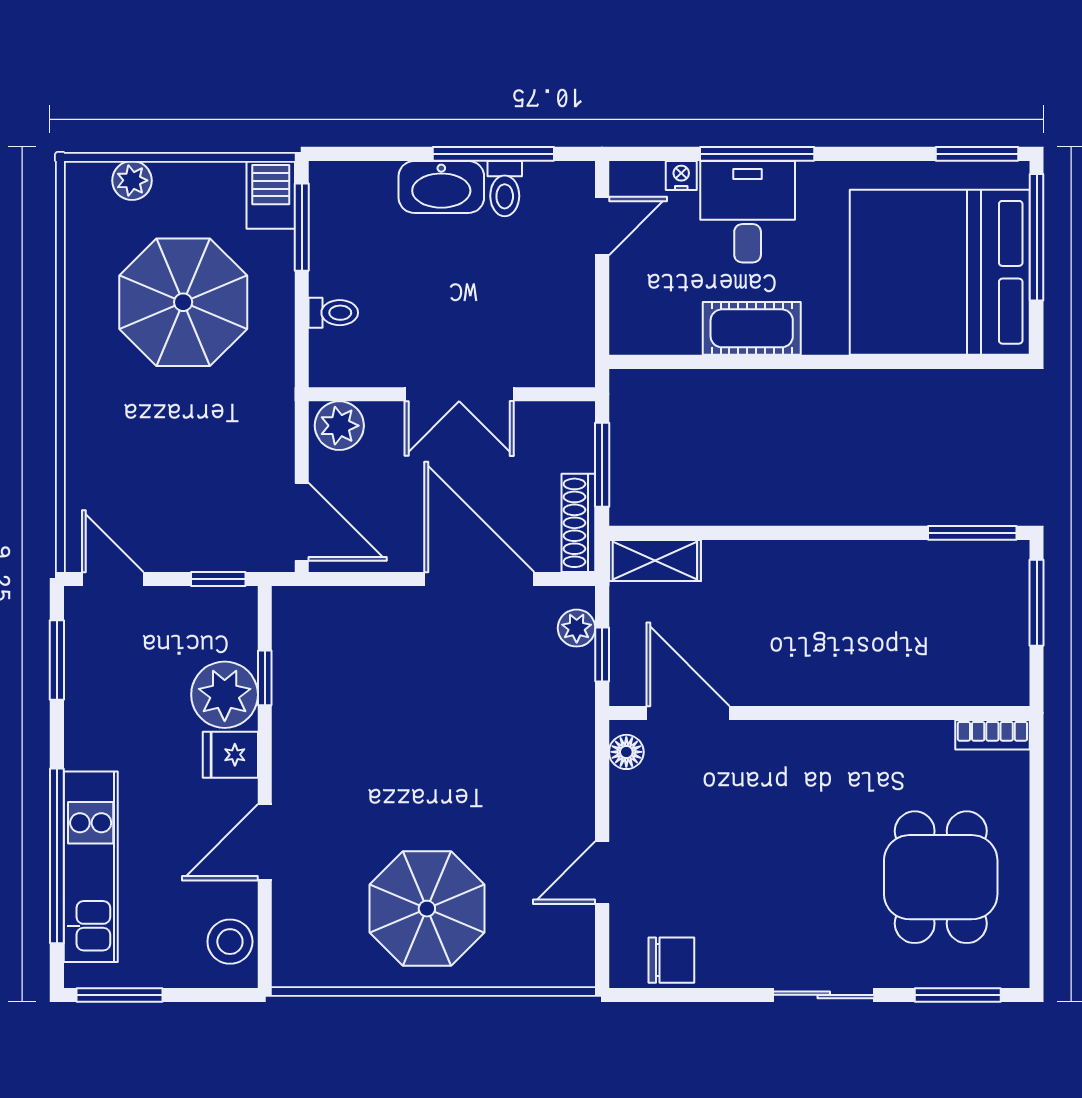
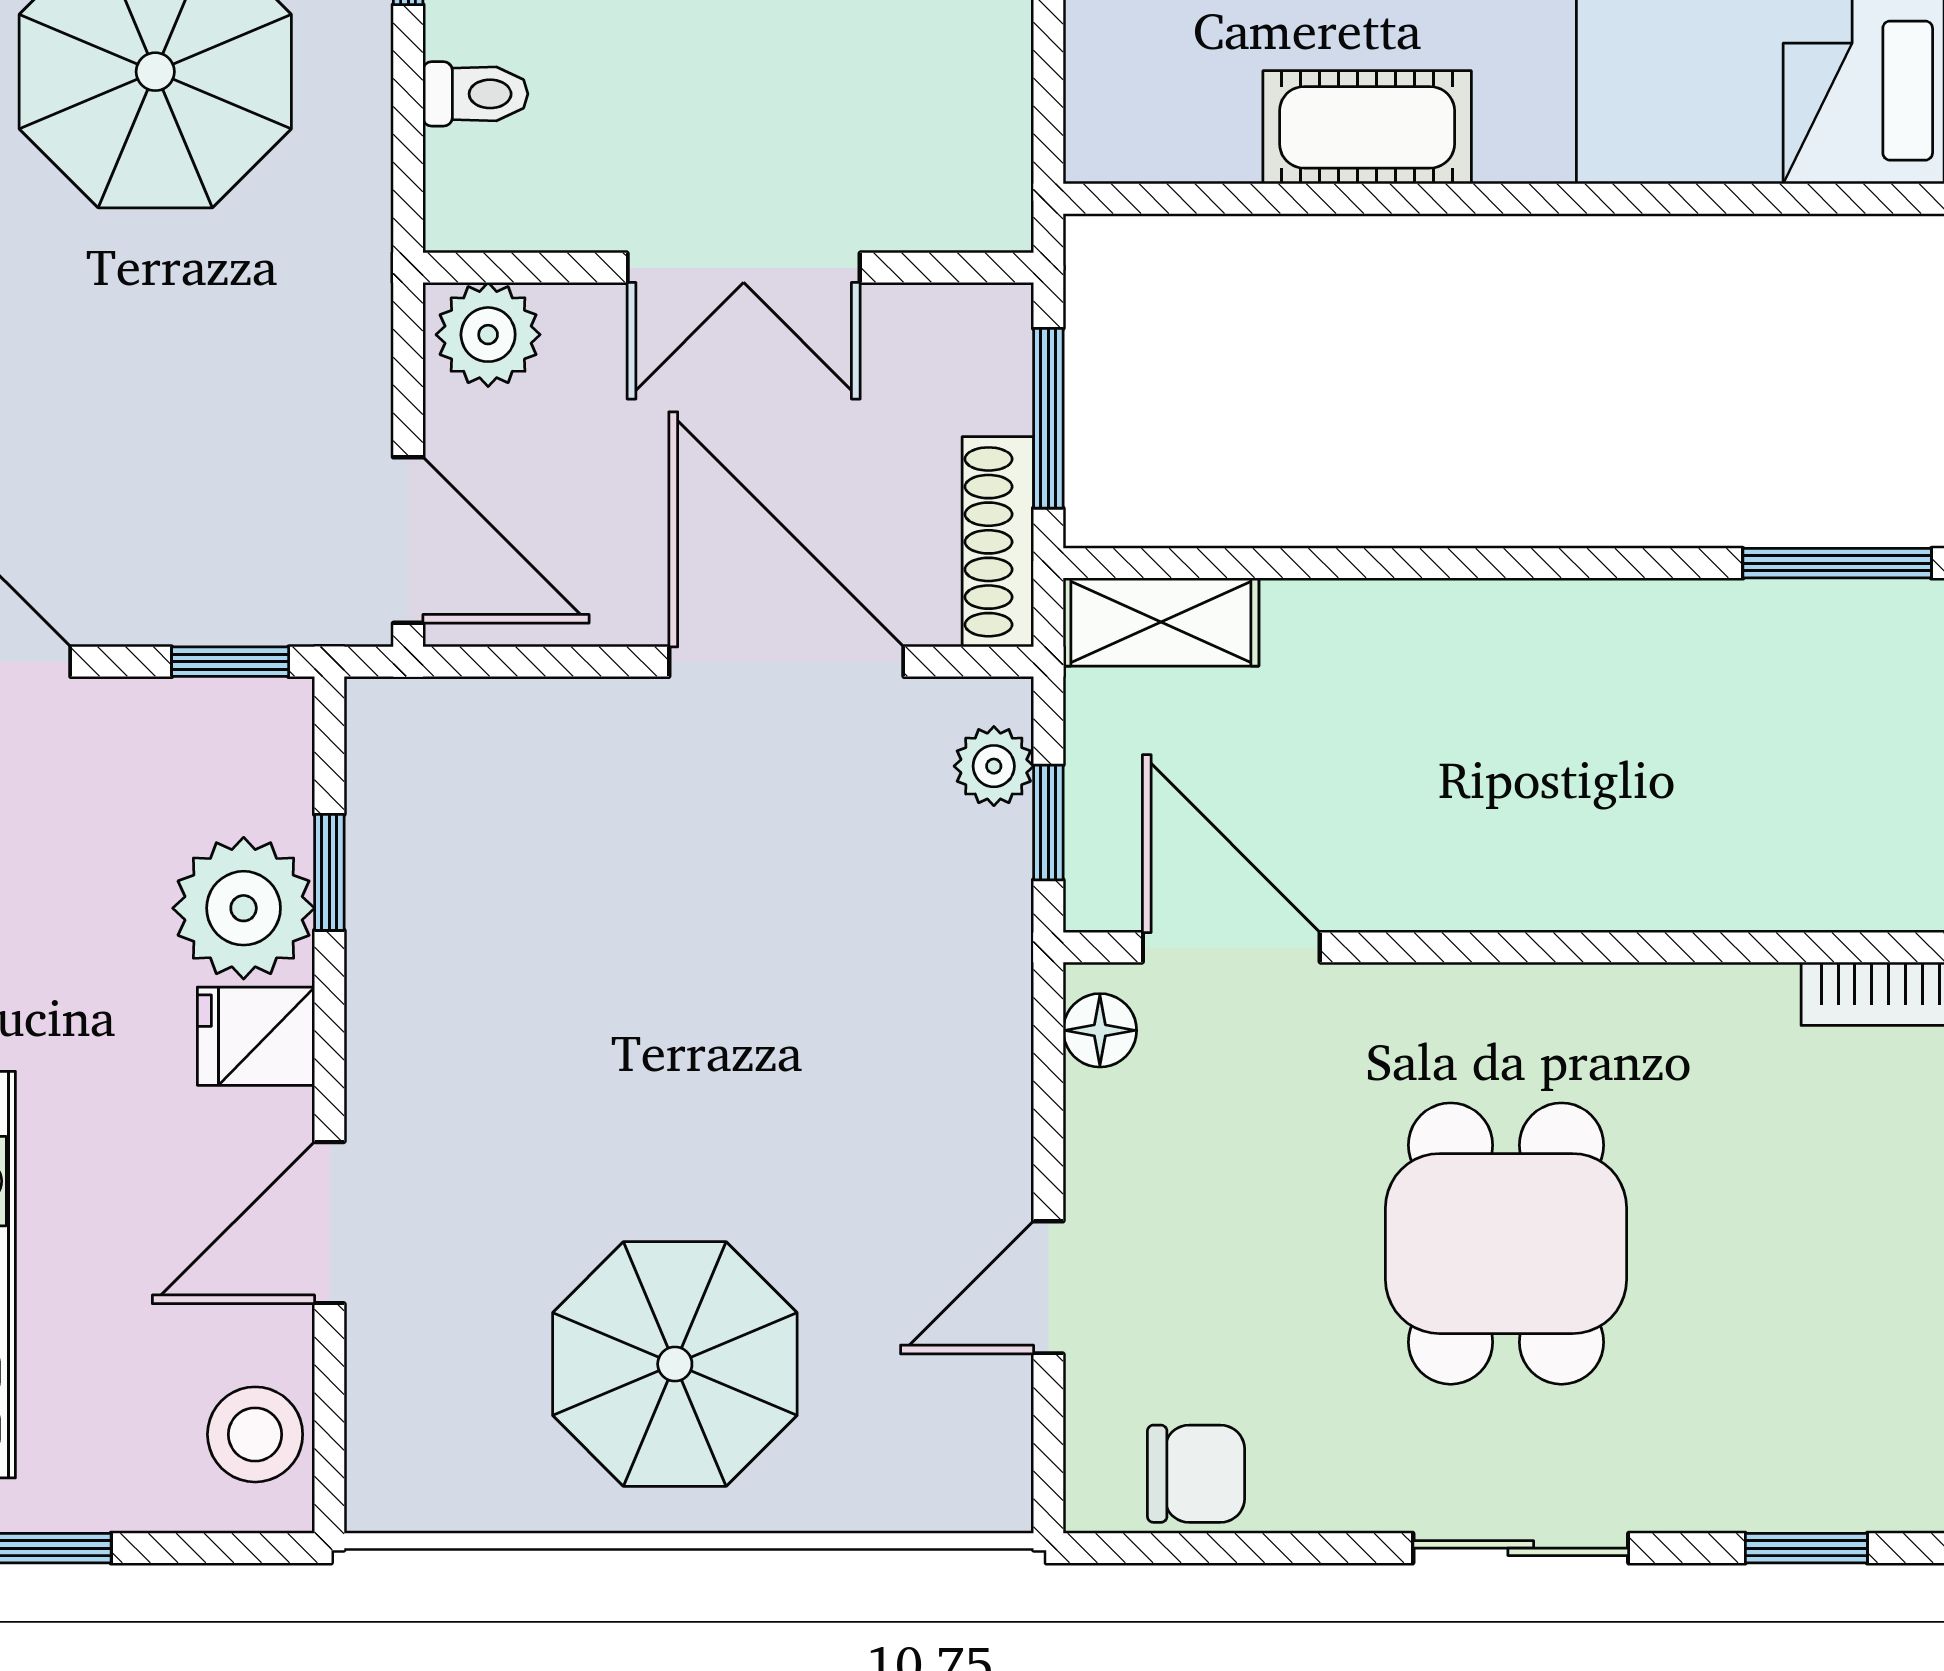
dining table: (941, 877) -> (1506, 1244), moved
window: (958, 995) -> (1806, 1548), width x0.67

